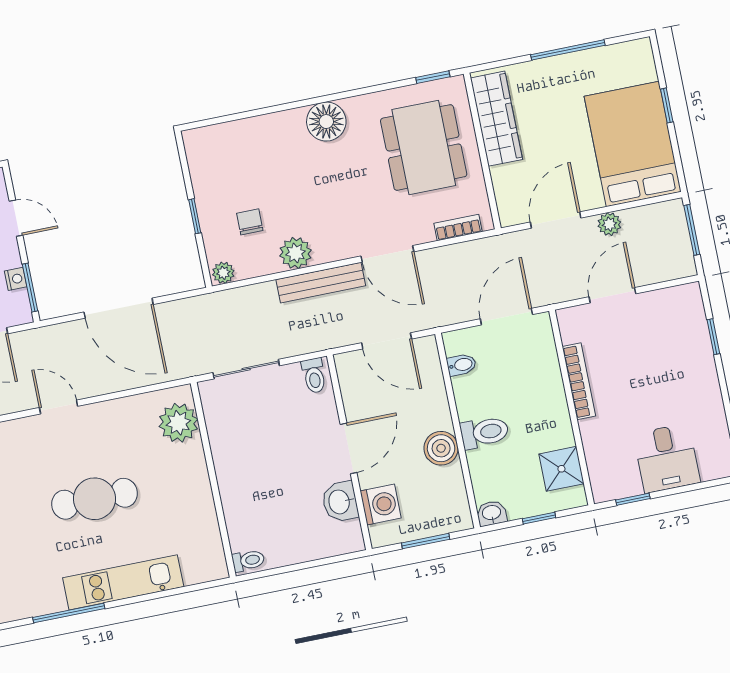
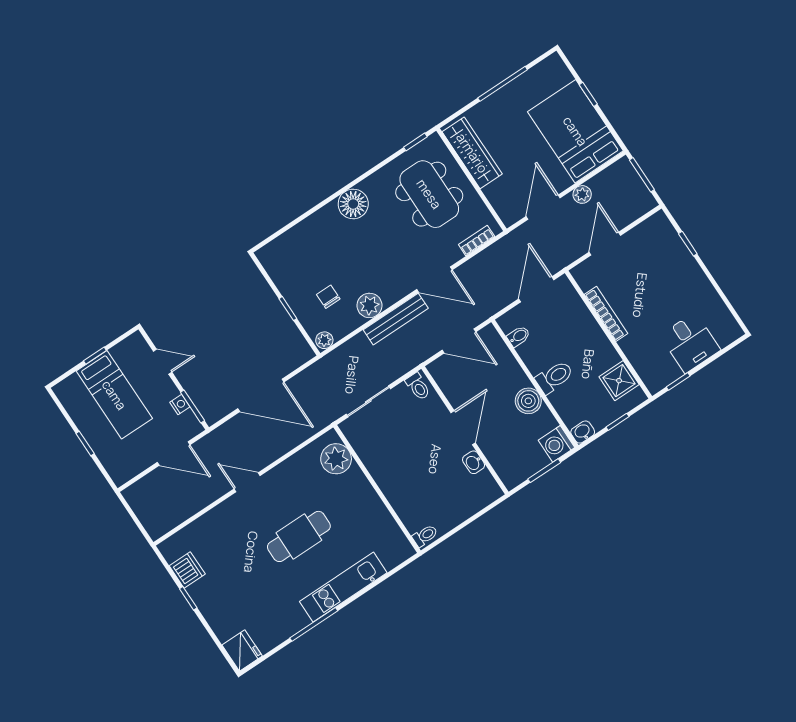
washbasin: (340, 502) -> (474, 462), width x0.72, depth x0.69
washing machine: (381, 505) -> (557, 444), moved, turned 180

